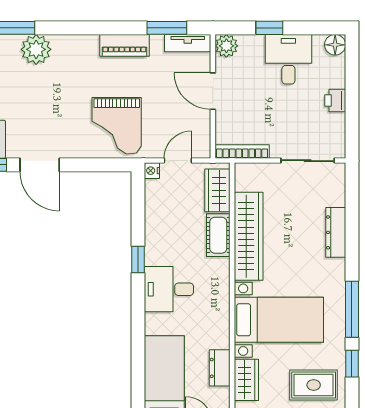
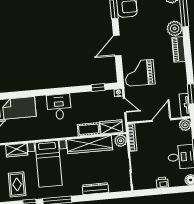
piano: (124, 45) -> (179, 49), moved
door: (40, 165) -> (117, 46), moved
plant: (246, 175) -> (121, 141), added
window: (138, 259) -> (98, 87), moved
dresser: (220, 368) -> (21, 136), removed

